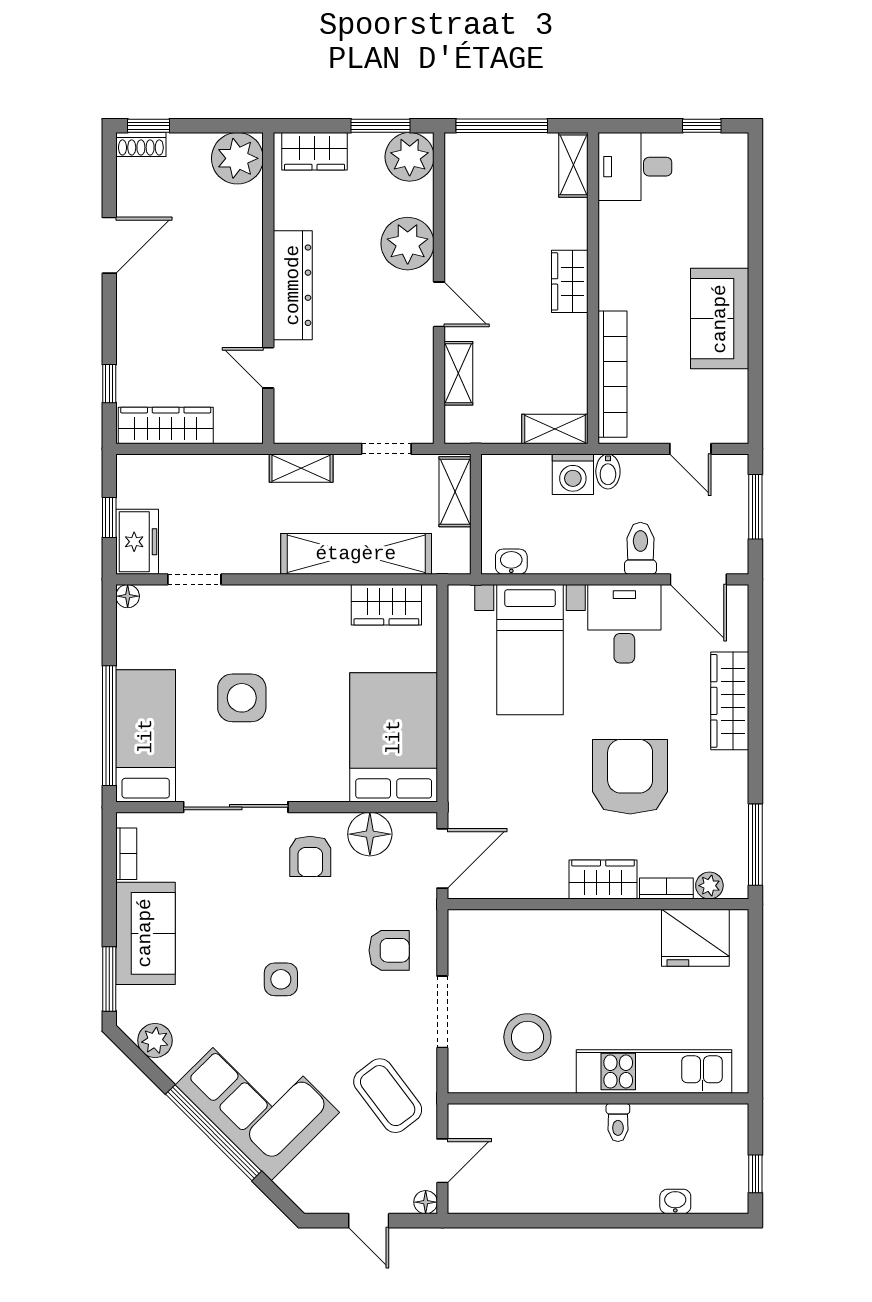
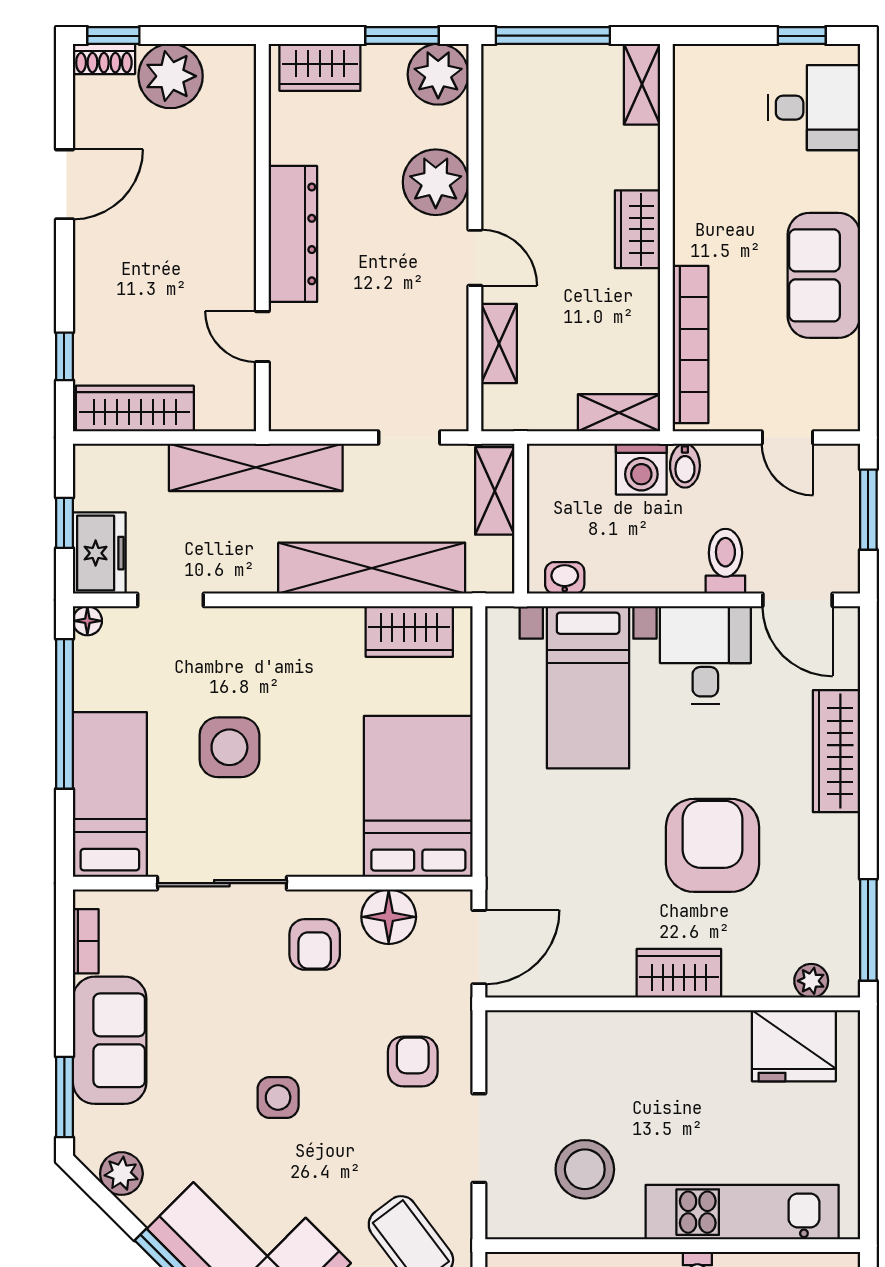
plant: (237, 158) -> (171, 76), moved
desk: (635, 167) -> (814, 108), moved, turned 180
shelving: (301, 468) -> (256, 467), width x2.20, depth x1.33
window: (109, 726) -> (64, 714), moved
bookcase: (666, 888) -> (758, 984), removed
armchair: (389, 950) -> (413, 1061), turned -90

